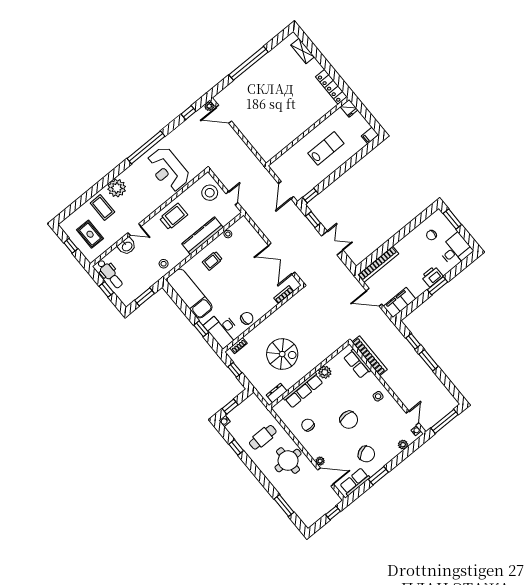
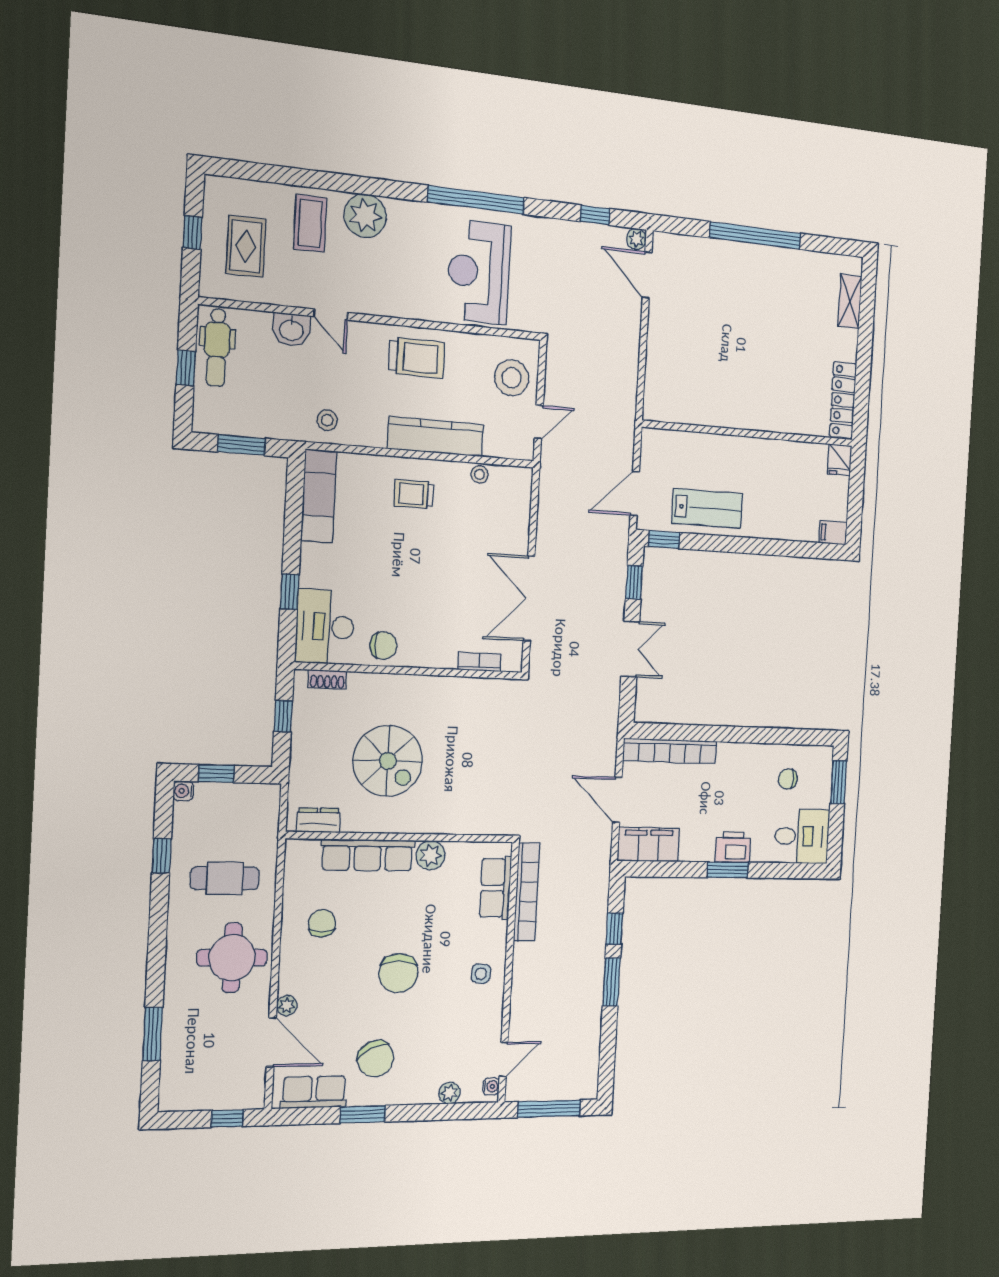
lab bench: (326, 148) -> (707, 508), moved
exam couch: (190, 294) -> (319, 496), width x0.73, depth x0.69

